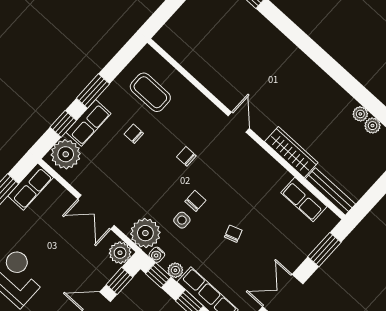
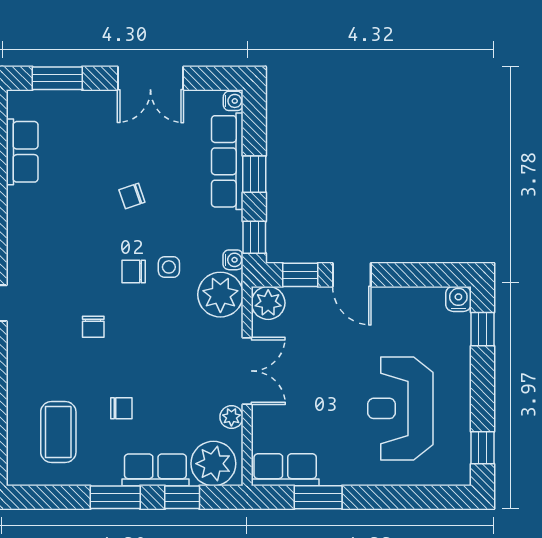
chair: (134, 134) -> (121, 408), turned -90
plant: (175, 270) -> (231, 417), moved

